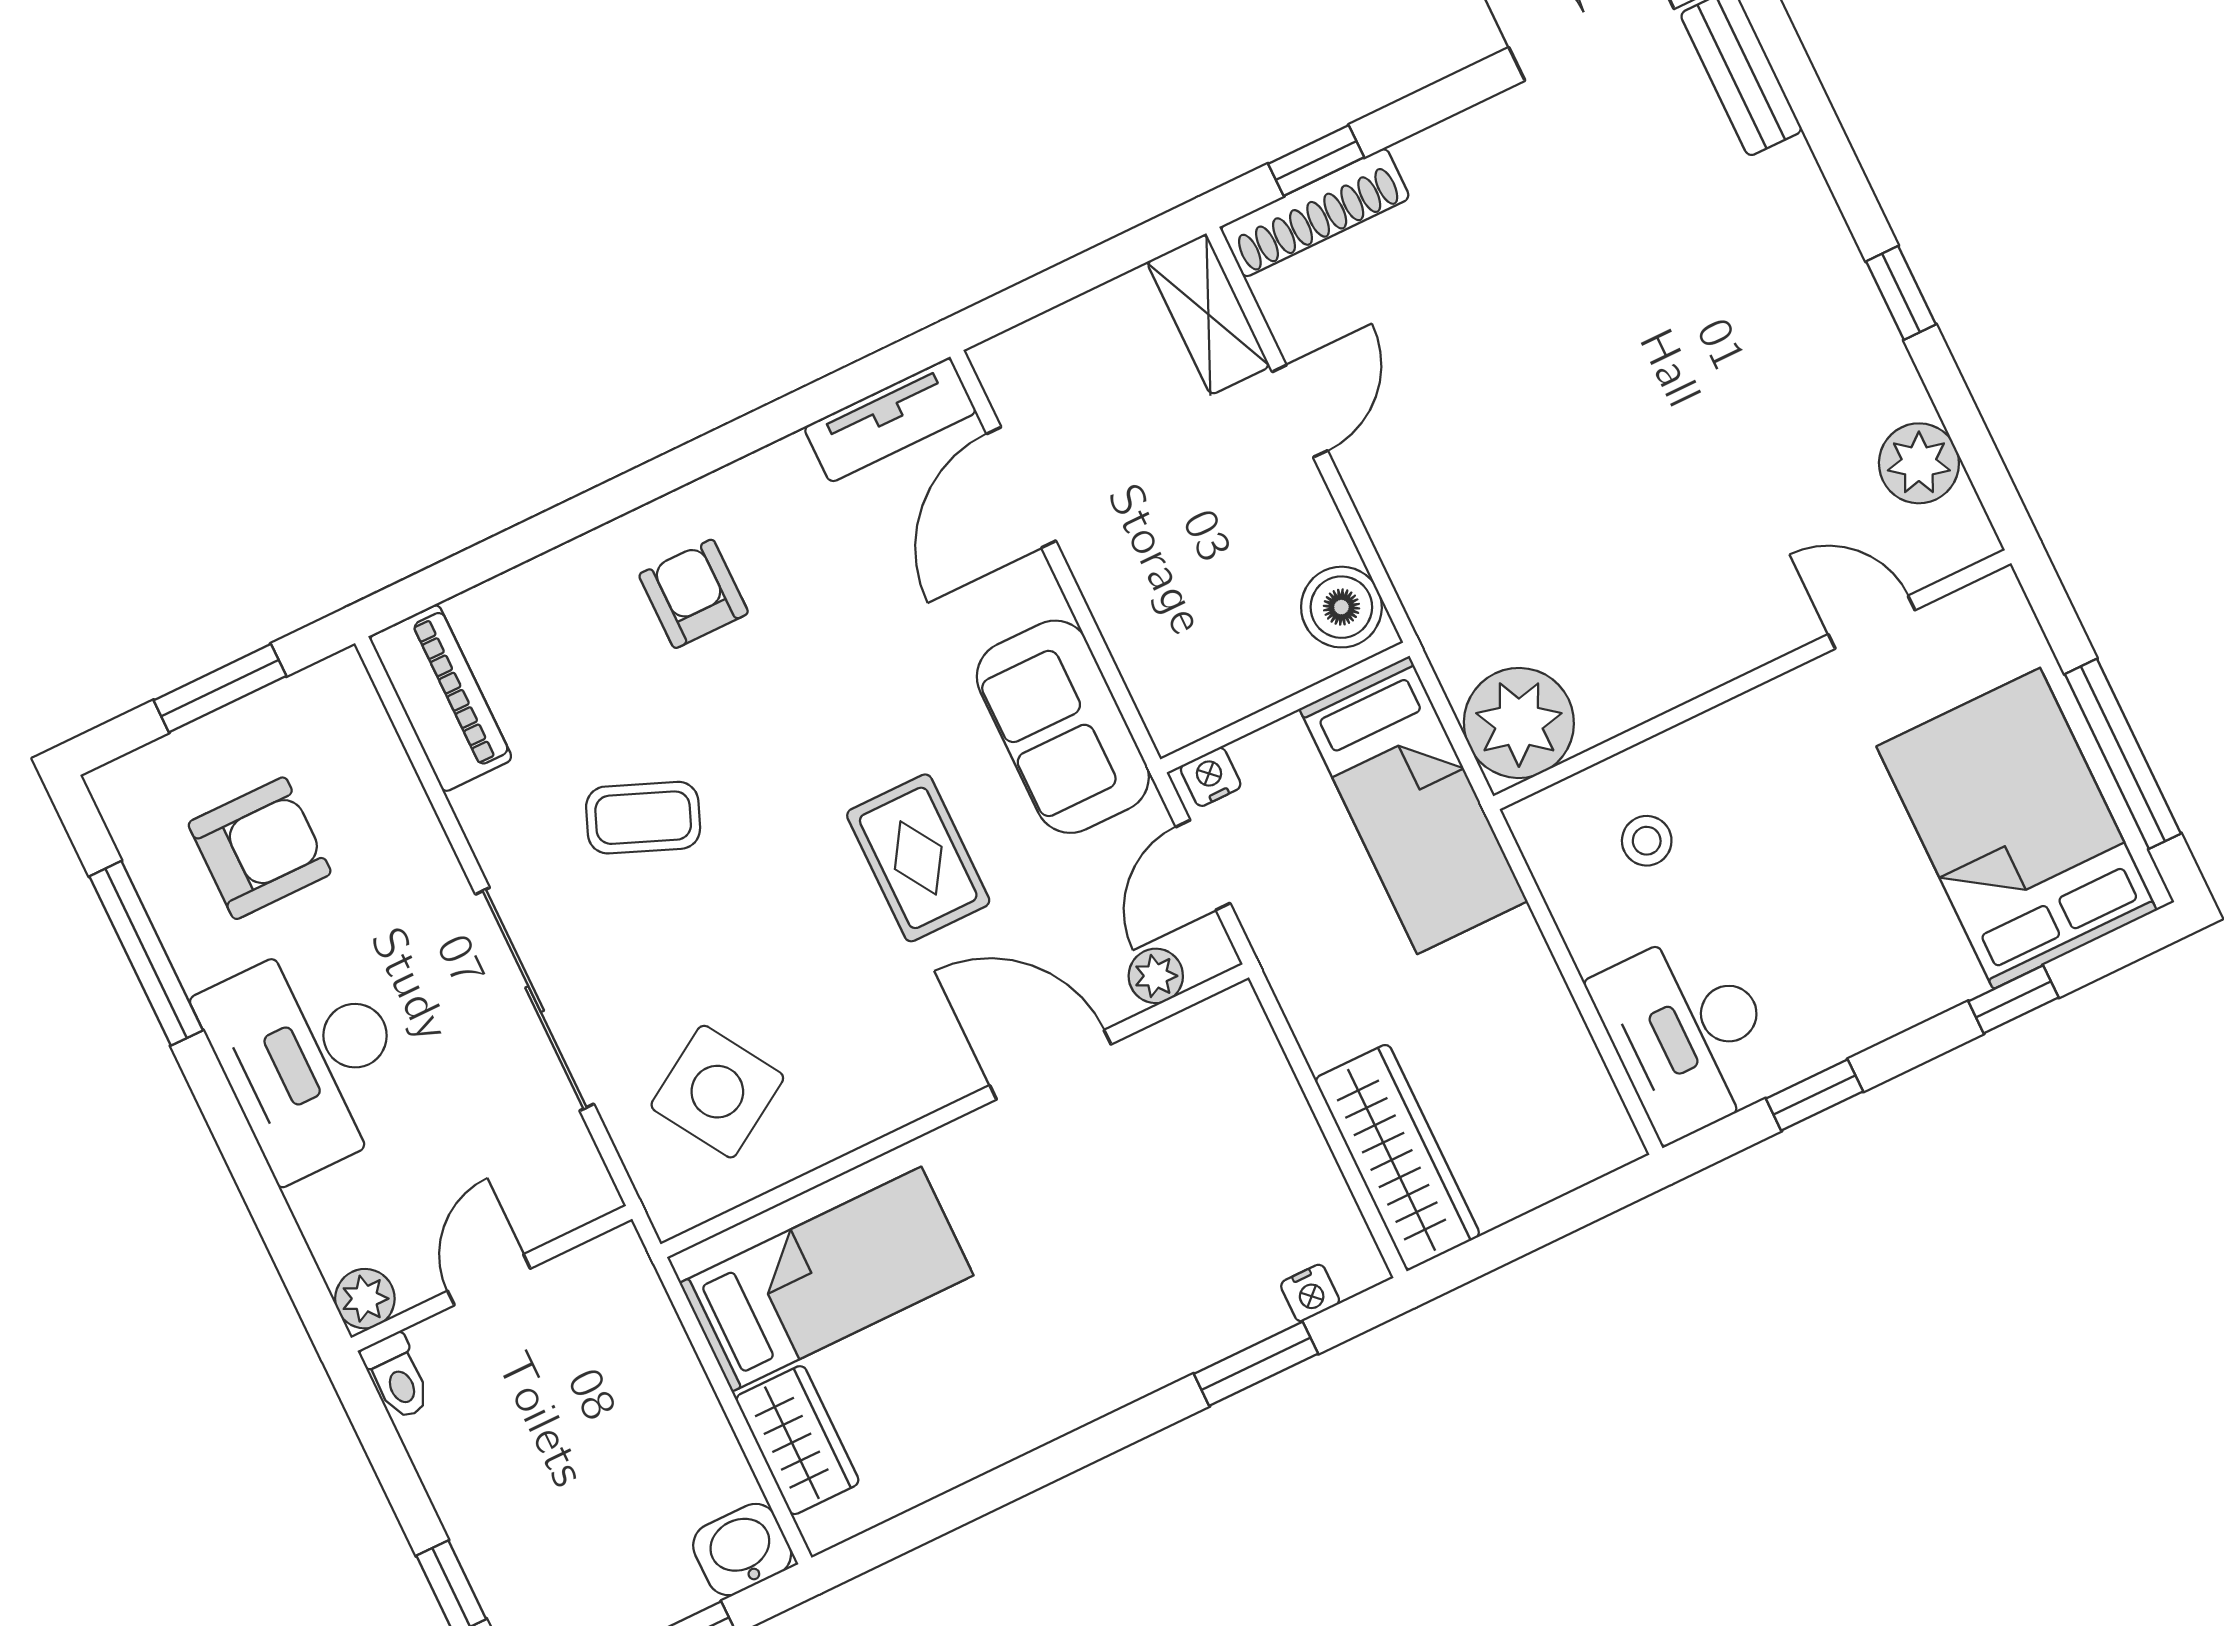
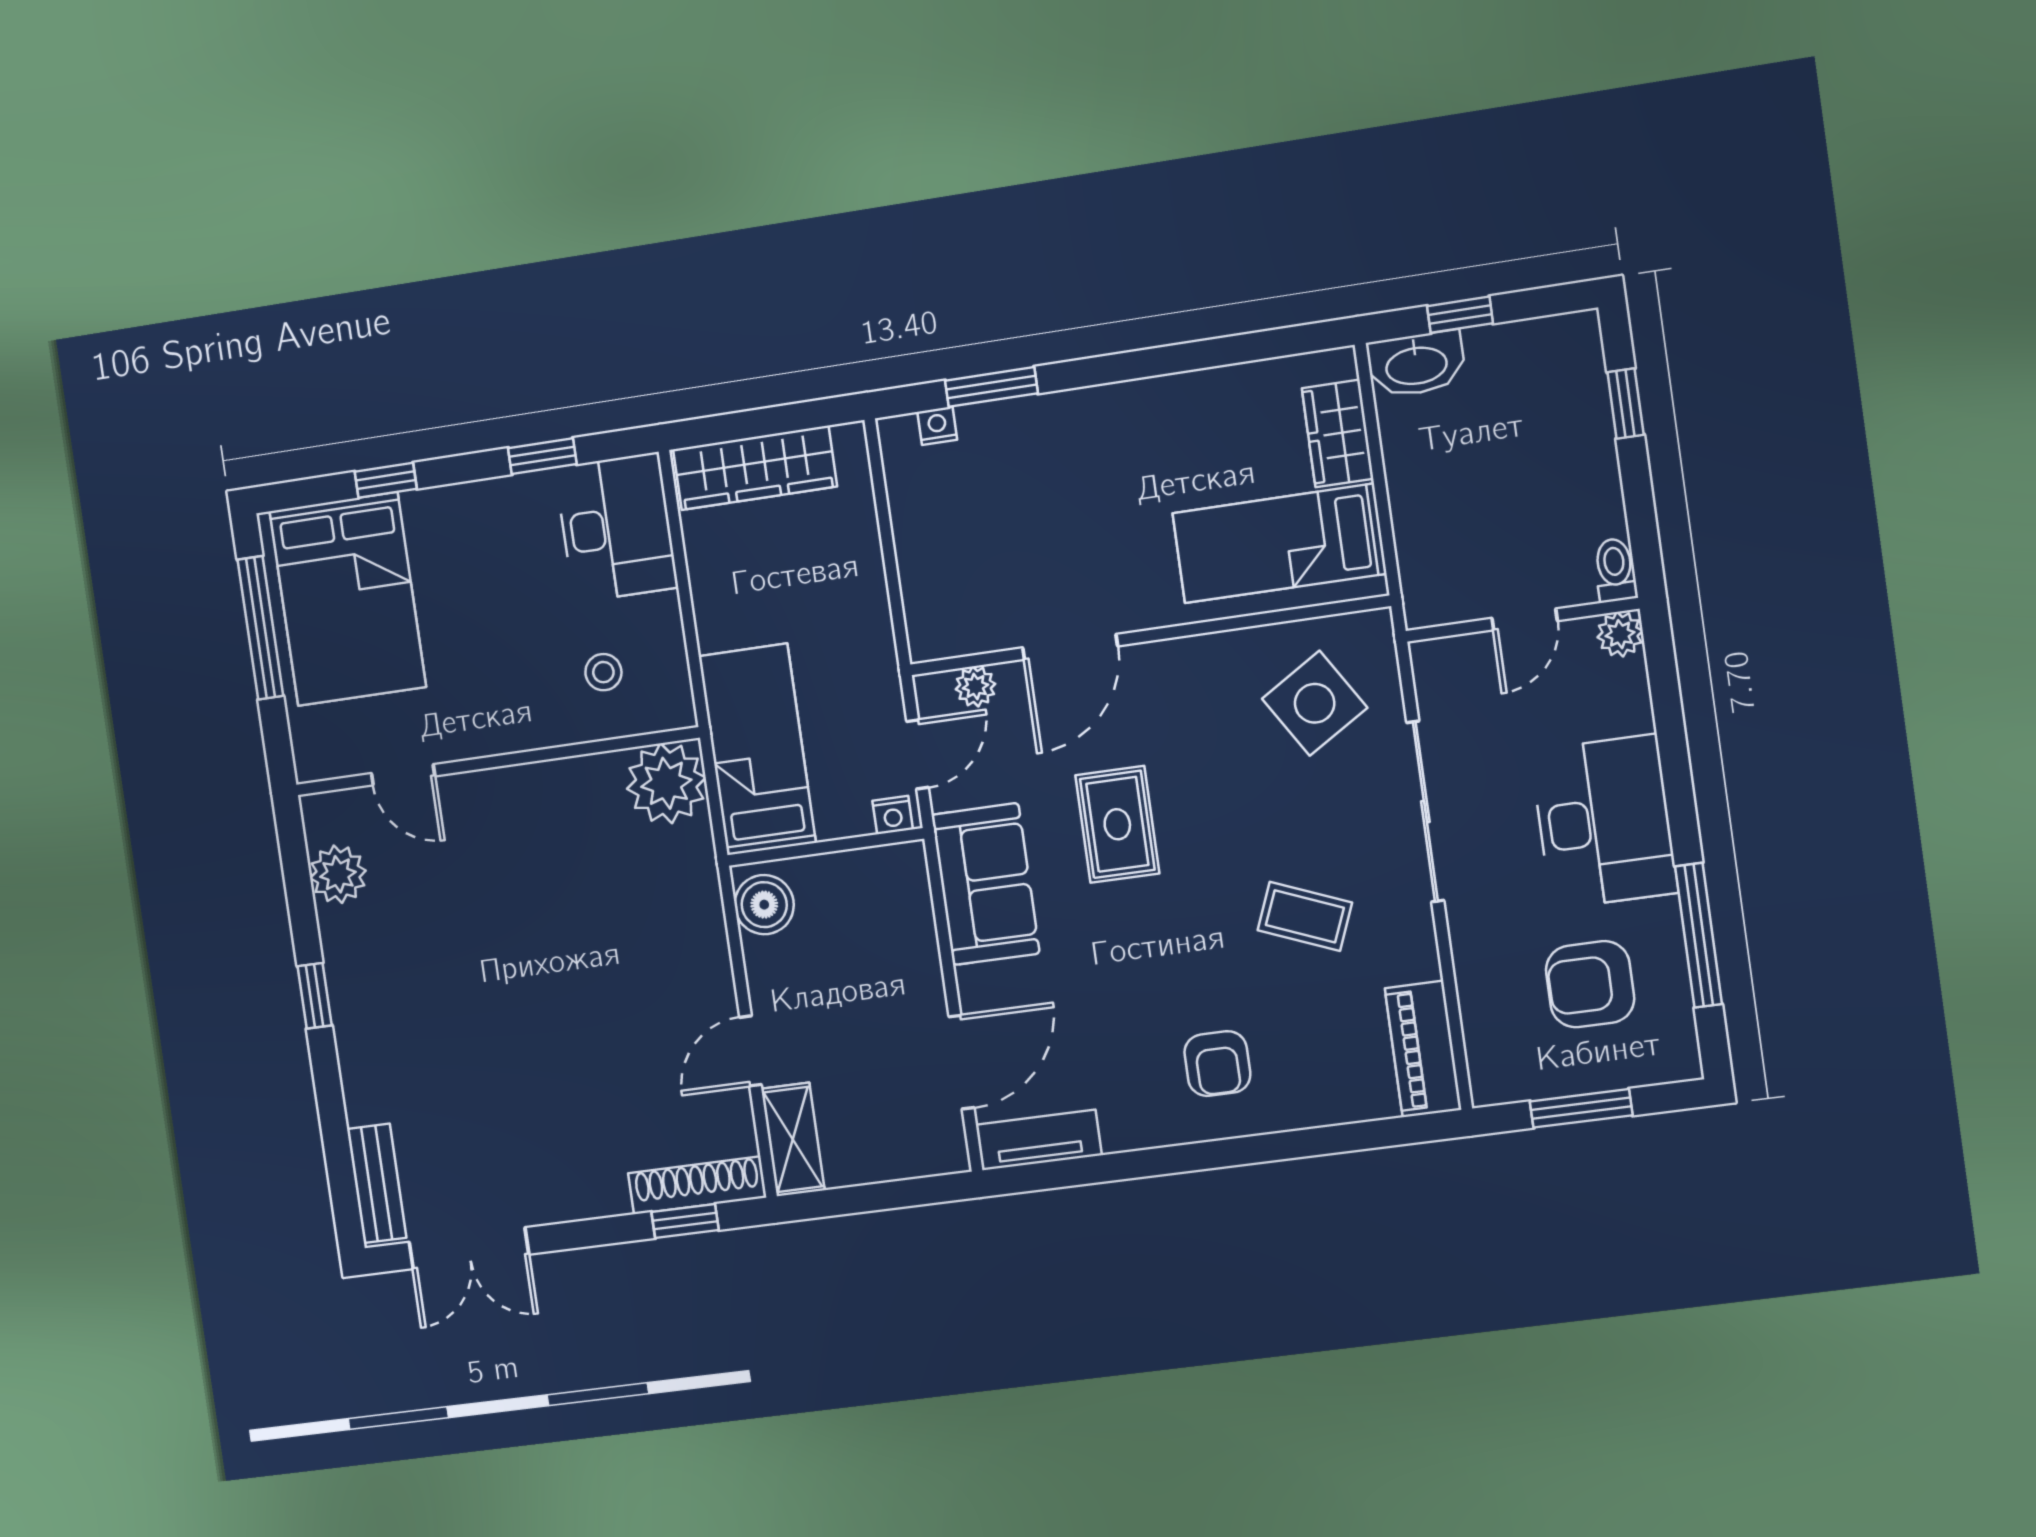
door: (1050, 1065) -> (1070, 647), hinge flipped
wardrobe: (1397, 1157) -> (755, 468), moved, turned -90
washbasin: (742, 1550) -> (1416, 364), width x1.38

